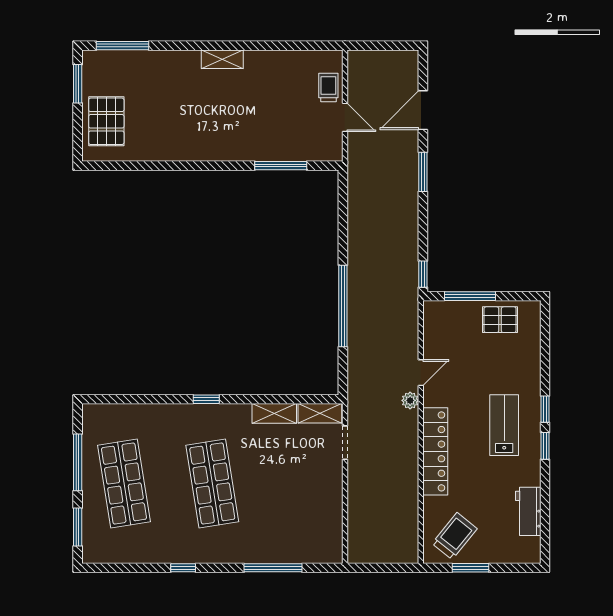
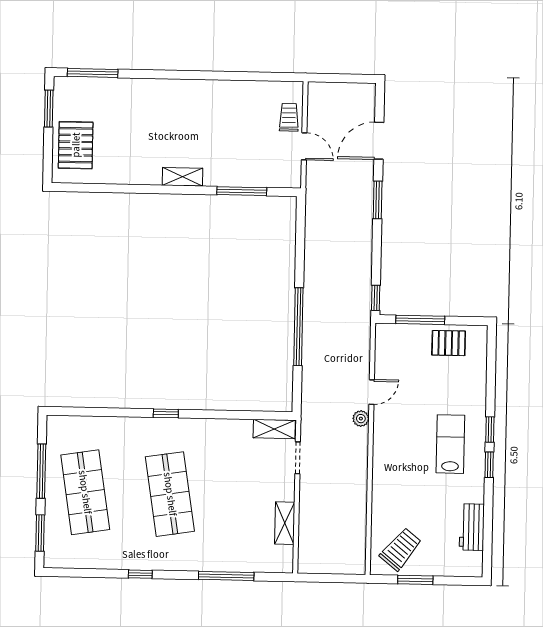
shelving: (222, 59) -> (183, 177), moved
shelving: (274, 413) -> (285, 523), moved, turned 90
locker: (435, 451) -> (384, 468), removed

